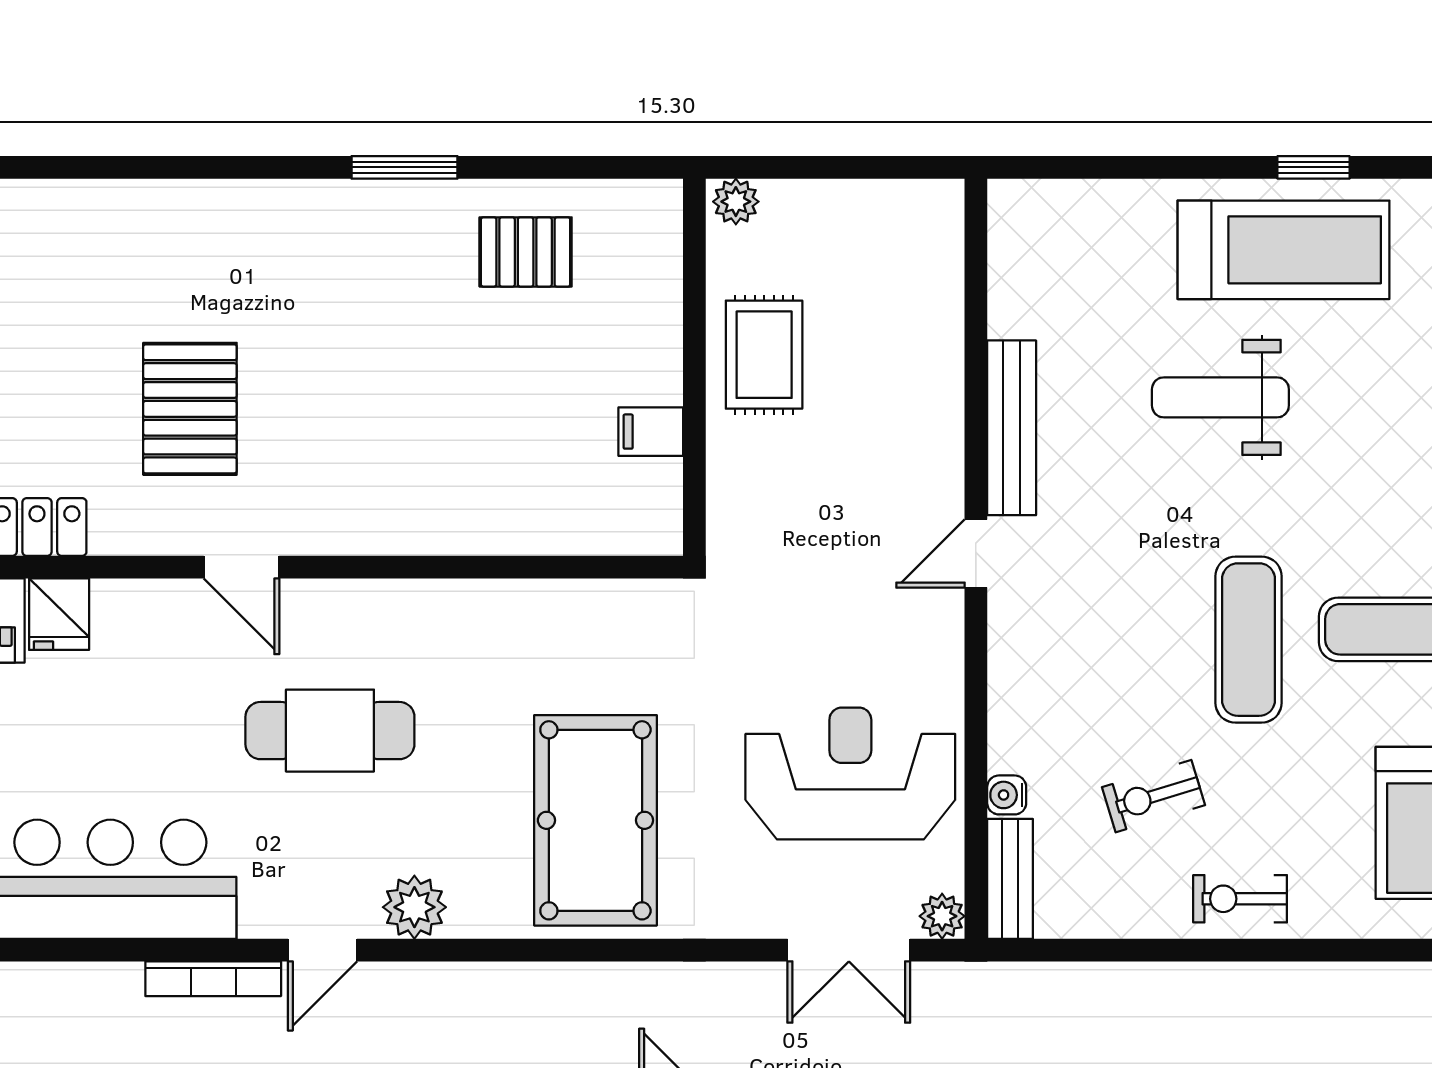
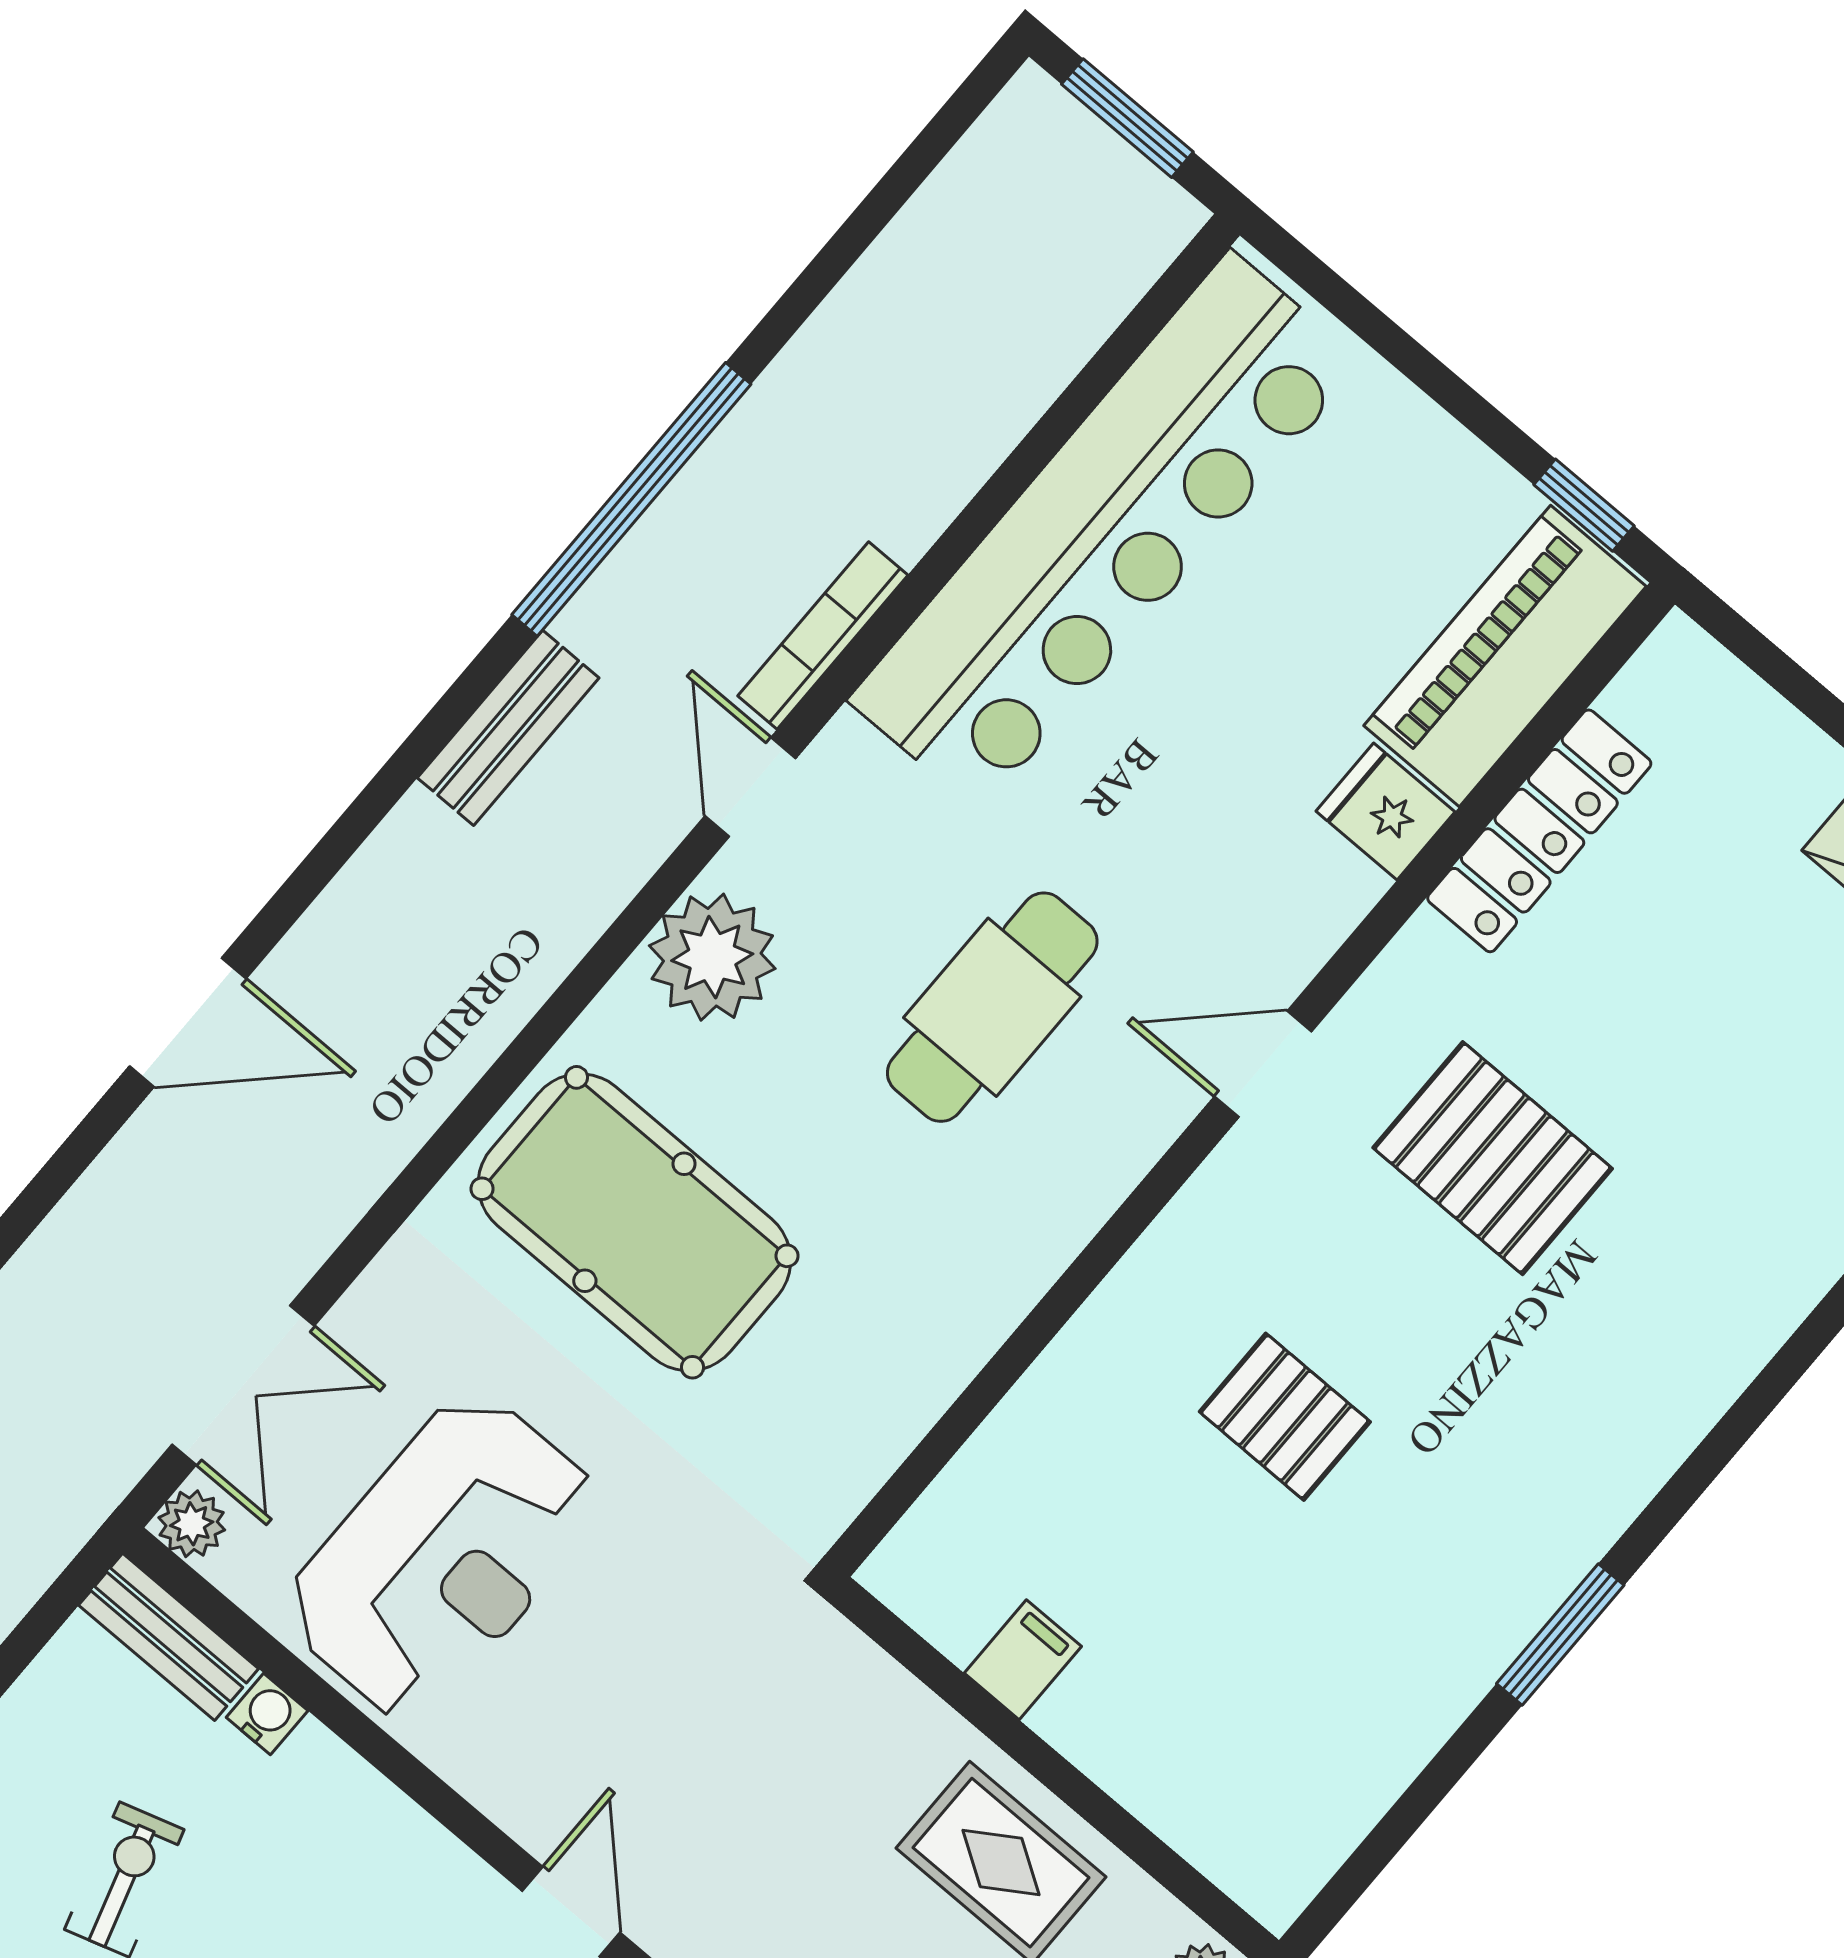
pallet: (526, 252) -> (1285, 1417), moved, turned 90
plant: (414, 907) -> (712, 957), width x1.36, depth x1.36
double door: (849, 950) -> (243, 1385), swing flipped

